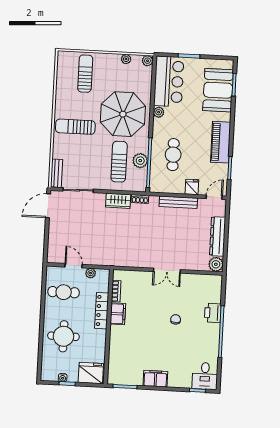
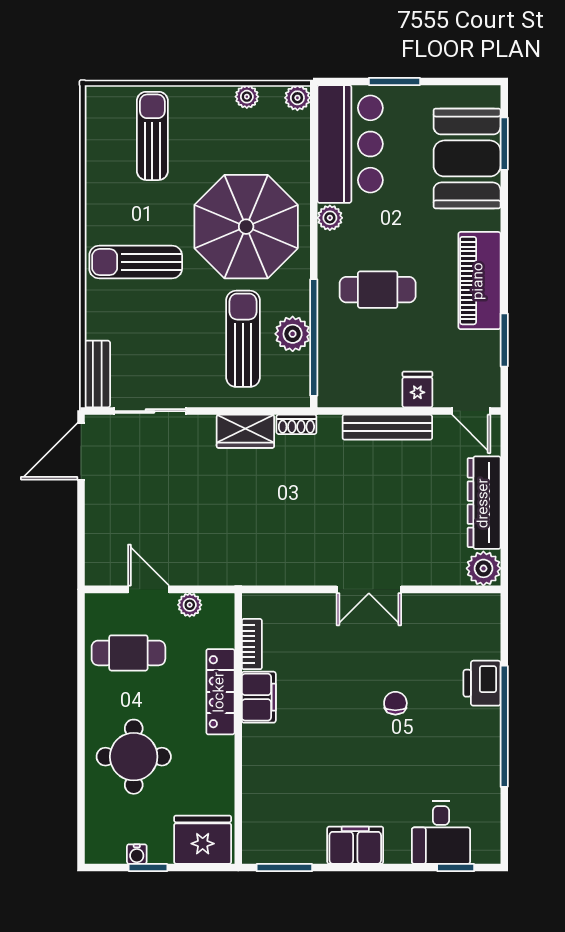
cafe table: (173, 155) -> (378, 290), moved, turned 90
door: (214, 197) -> (471, 411), swing flipped
desk: (205, 376) -> (441, 833), moved

